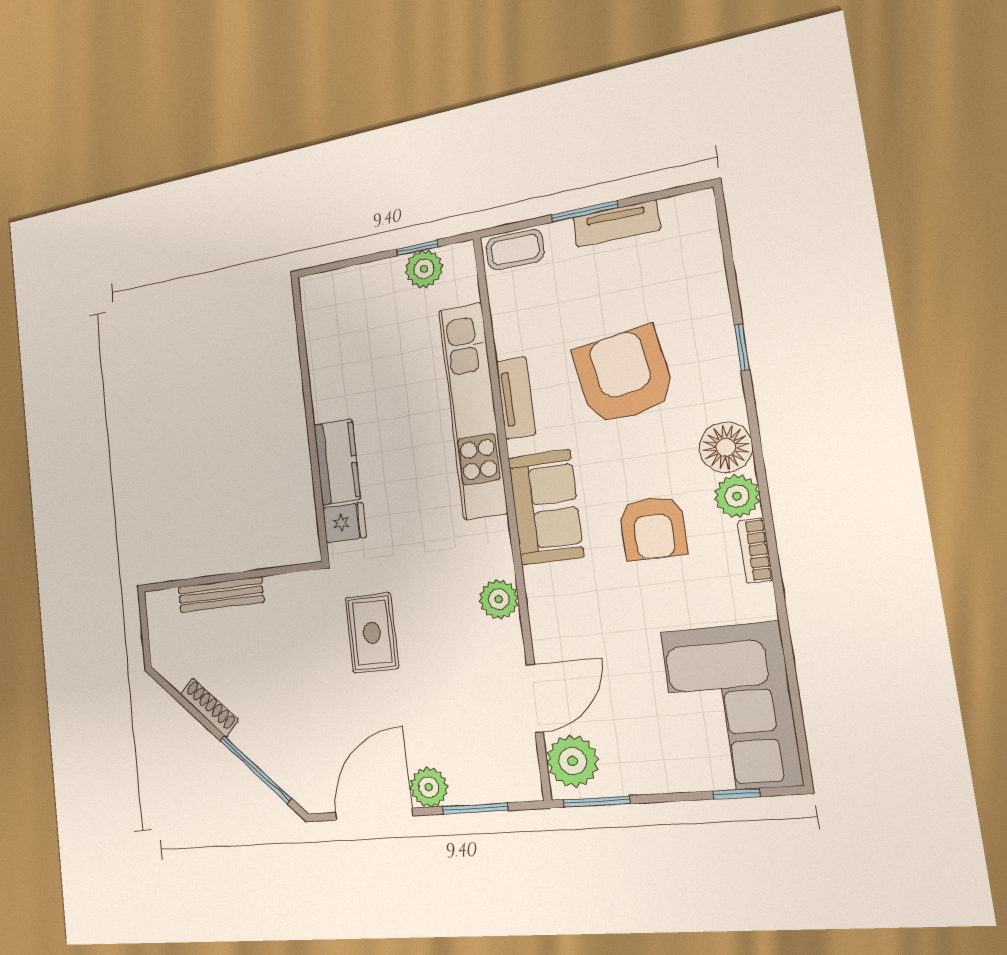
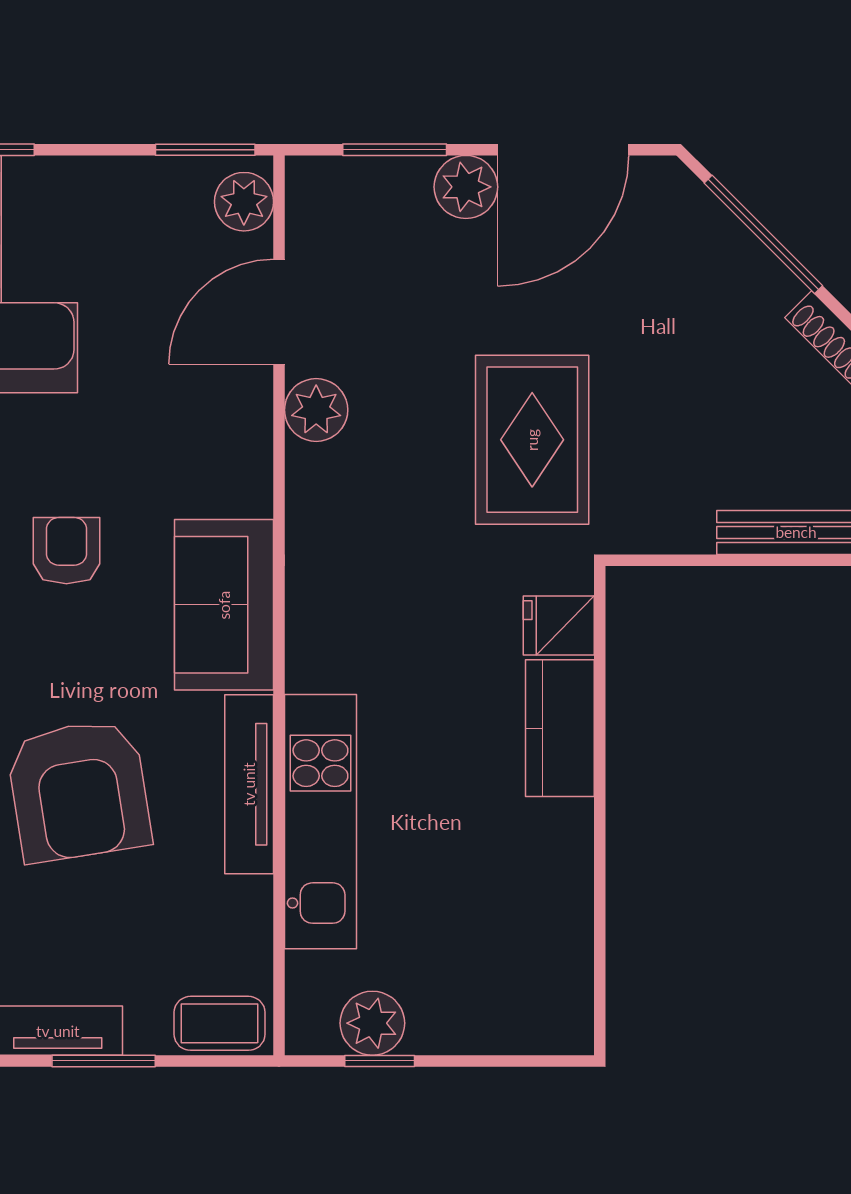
tv unit: (516, 398) -> (249, 784), width x1.41
kitchen unit: (473, 411) -> (320, 822), width x0.73
armchair: (653, 528) -> (66, 551), width x0.72, depth x0.72
plant: (499, 599) -> (316, 410), moved
rug: (372, 633) -> (532, 440), width x1.36, depth x1.43
plant: (573, 761) -> (244, 202), width x0.73, depth x0.73

